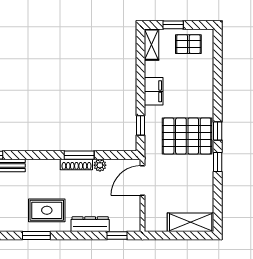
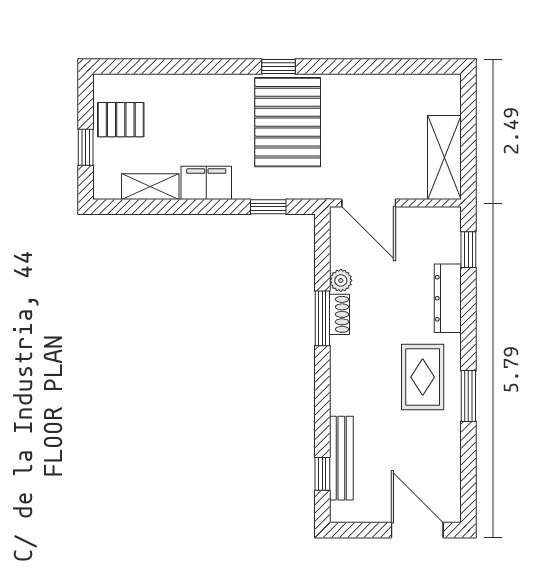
pallet: (188, 44) -> (121, 120), turned 90
shelving: (152, 45) -> (150, 187), moved
window: (218, 162) -> (335, 66), removed
shoe rack: (76, 164) -> (339, 314), width x0.70
shelving: (191, 222) -> (444, 158), moved

